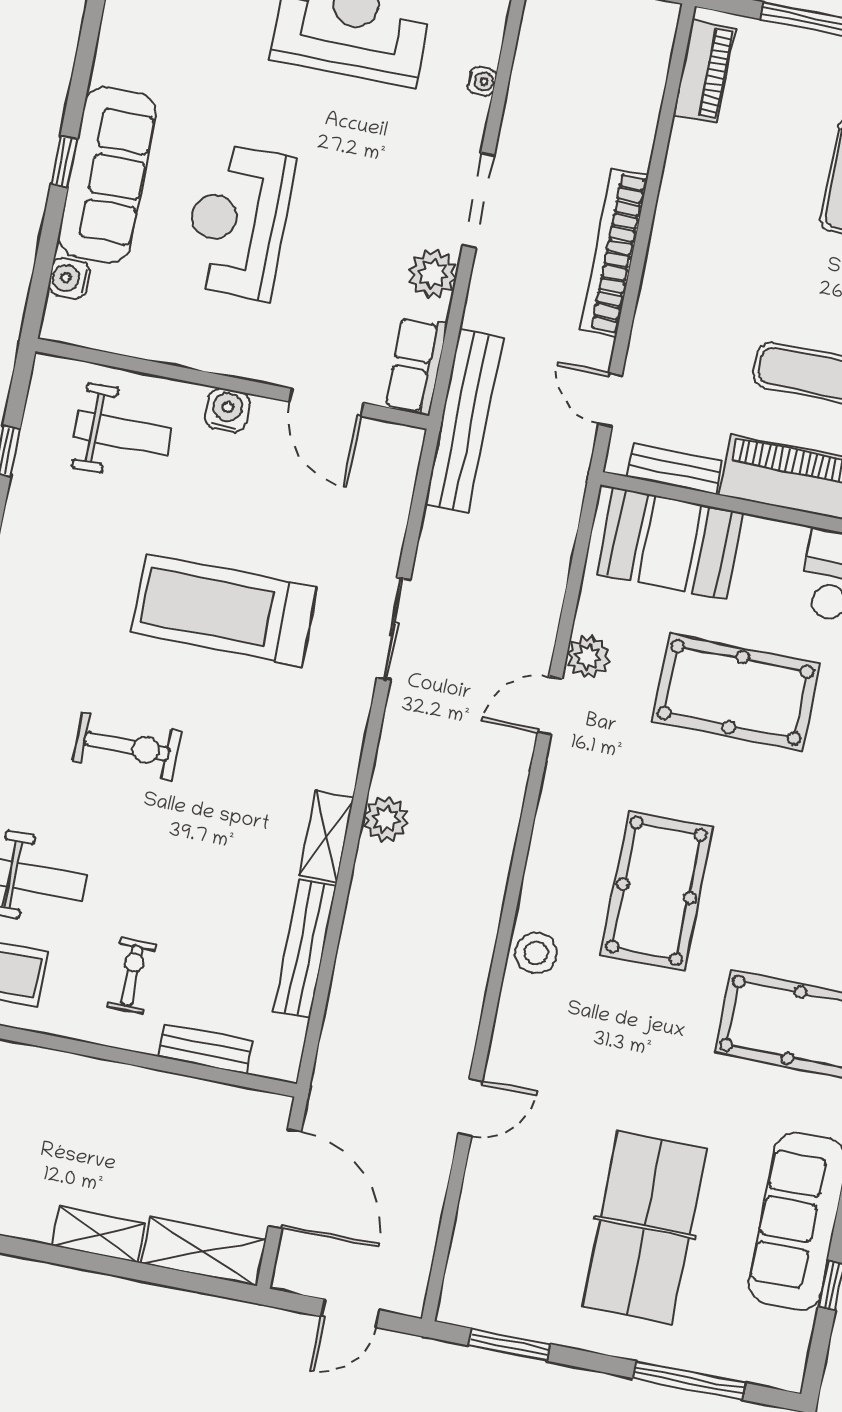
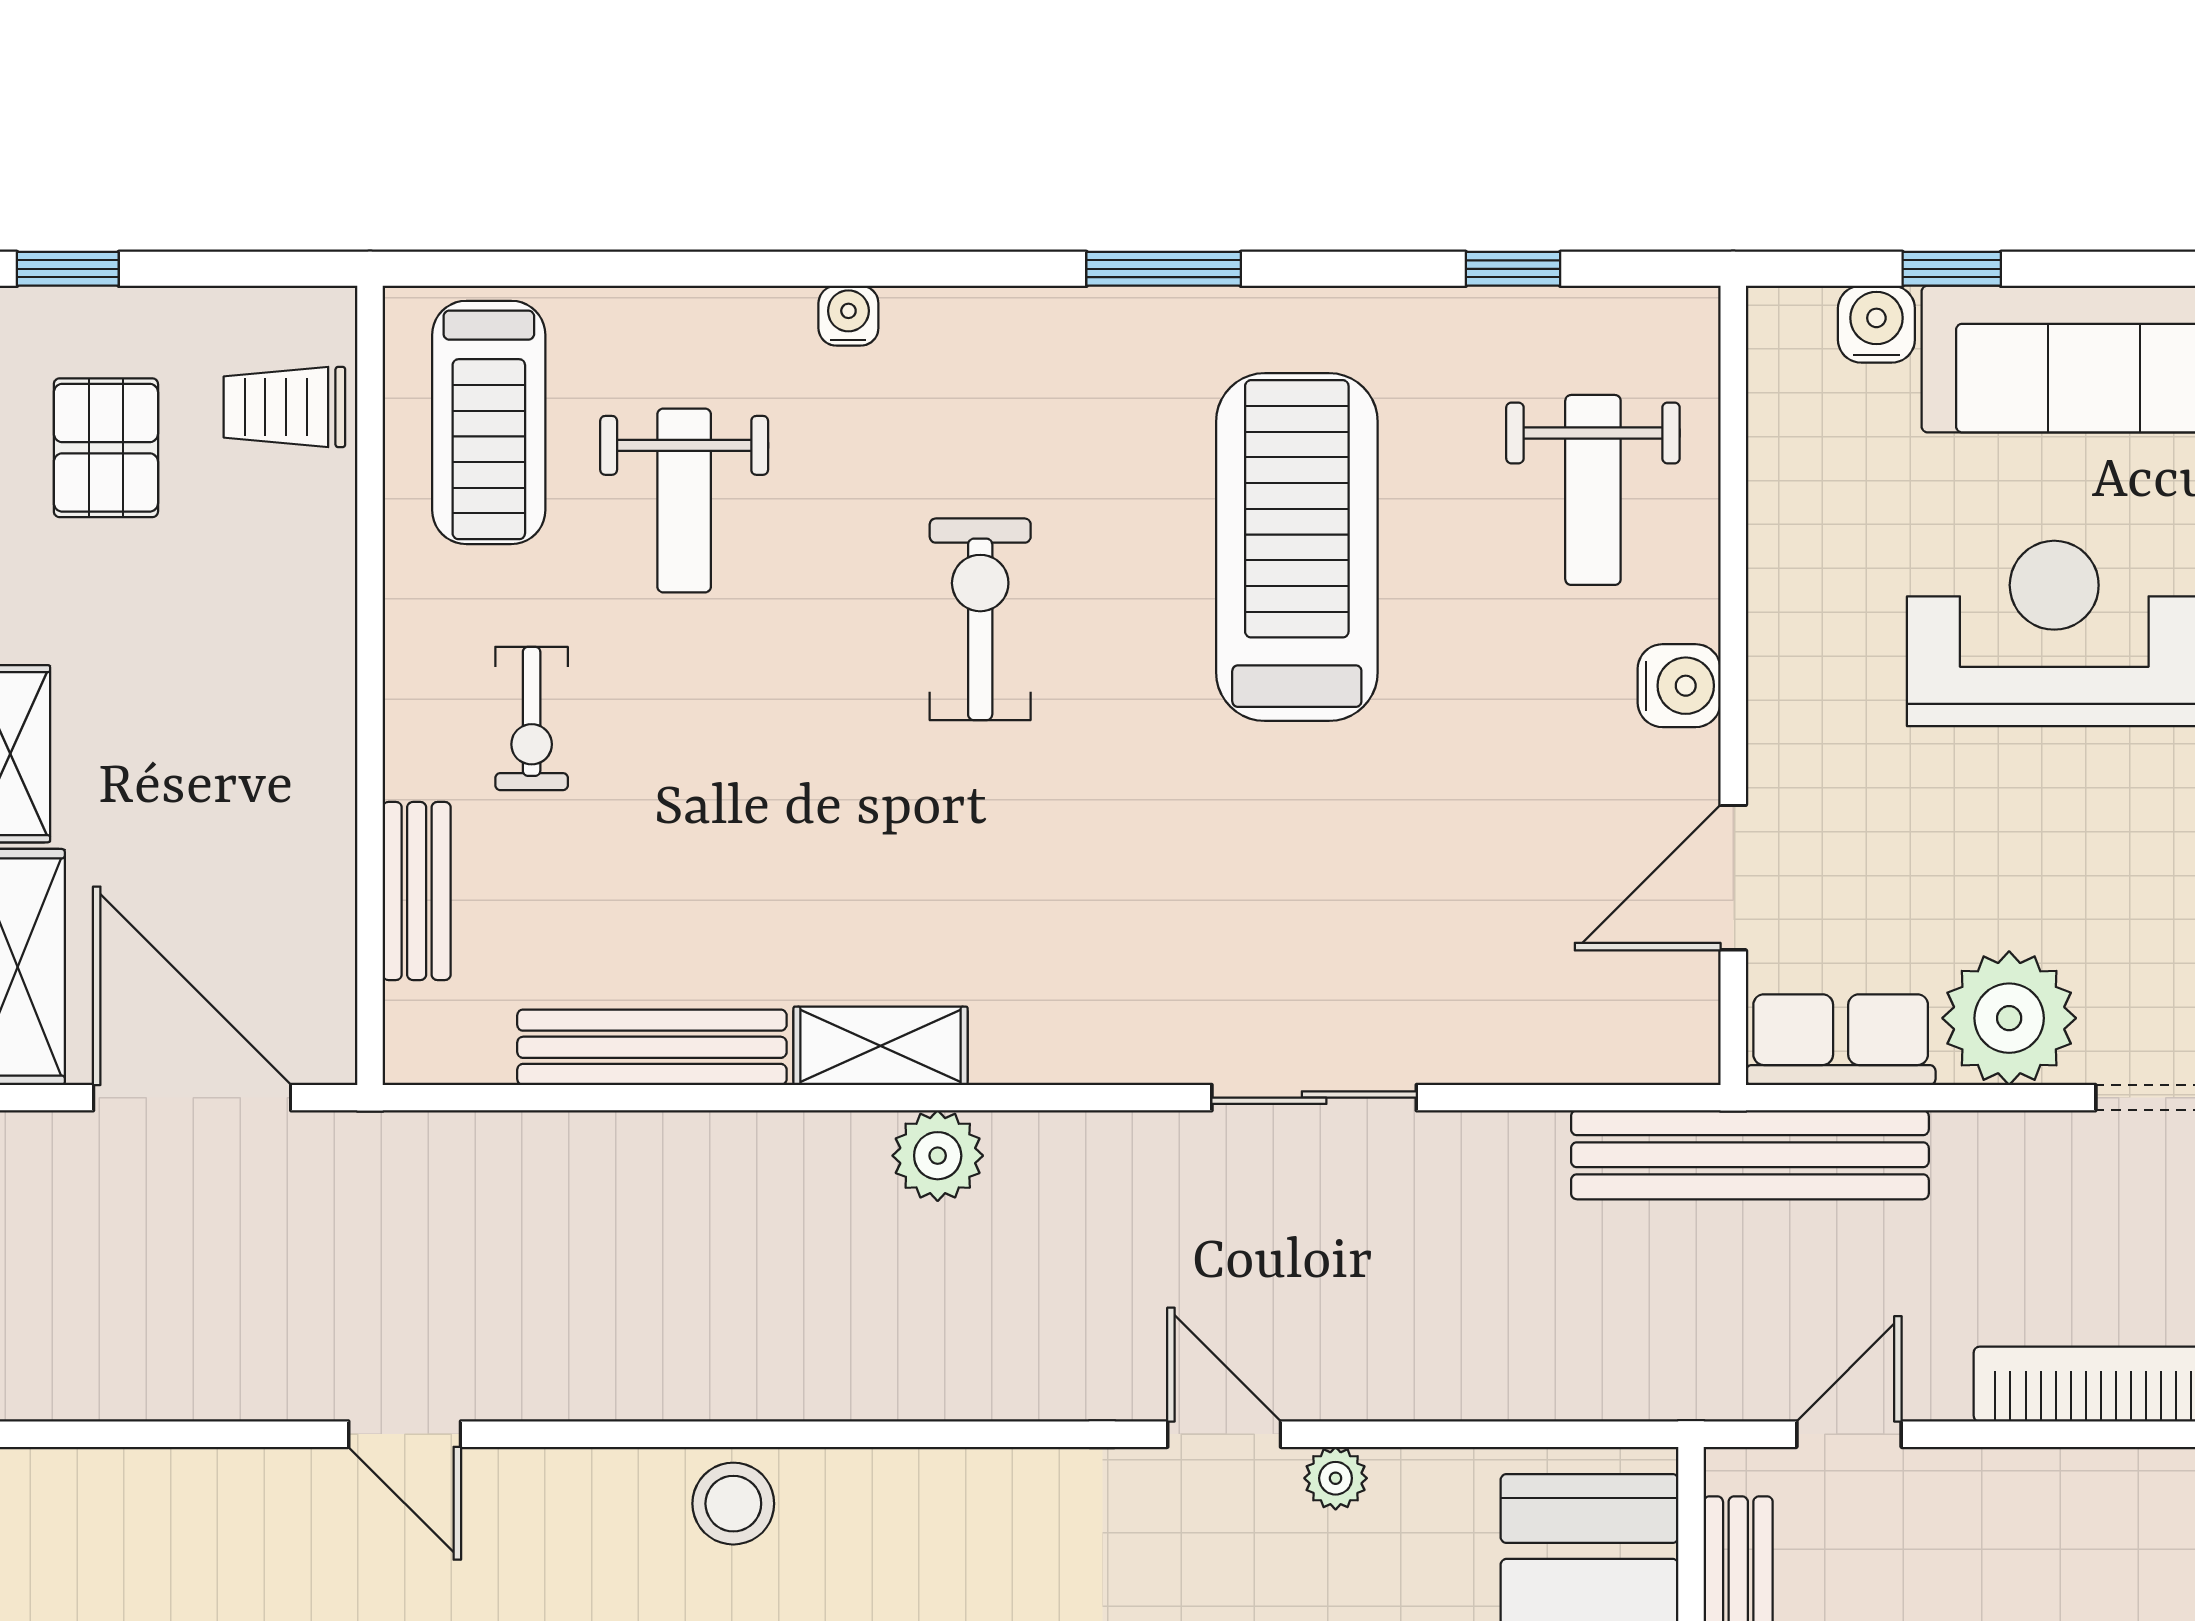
window: (64, 162) -> (1952, 269), moved
plant: (433, 274) -> (2009, 1018), width x1.36, depth x1.36
treadmill: (224, 610) -> (1297, 547), moved
plant: (588, 657) -> (1336, 1478), width x0.73, depth x0.73
exercise bike: (127, 746) -> (980, 619), turned 180
exercise bike: (132, 976) -> (532, 718), turned 90
door: (285, 1179) -> (192, 1098), swing flipped

